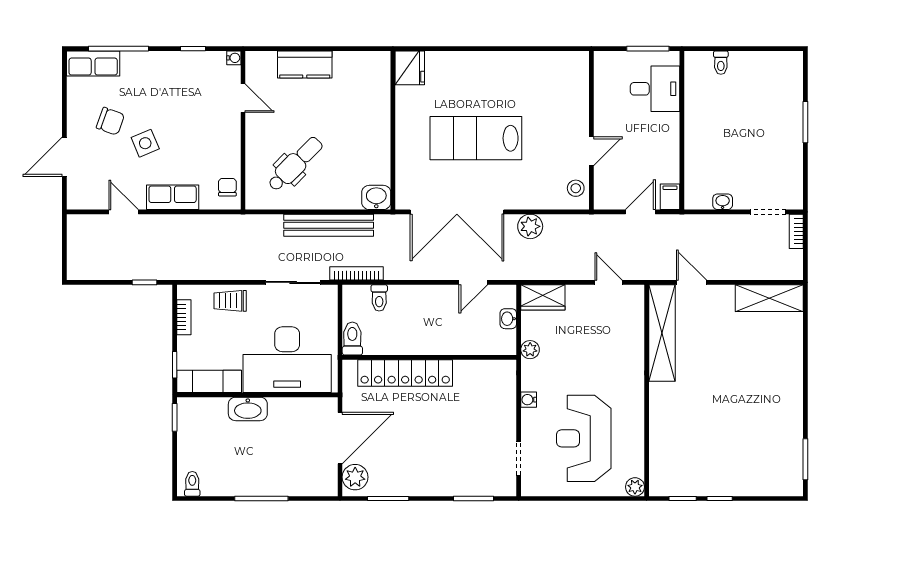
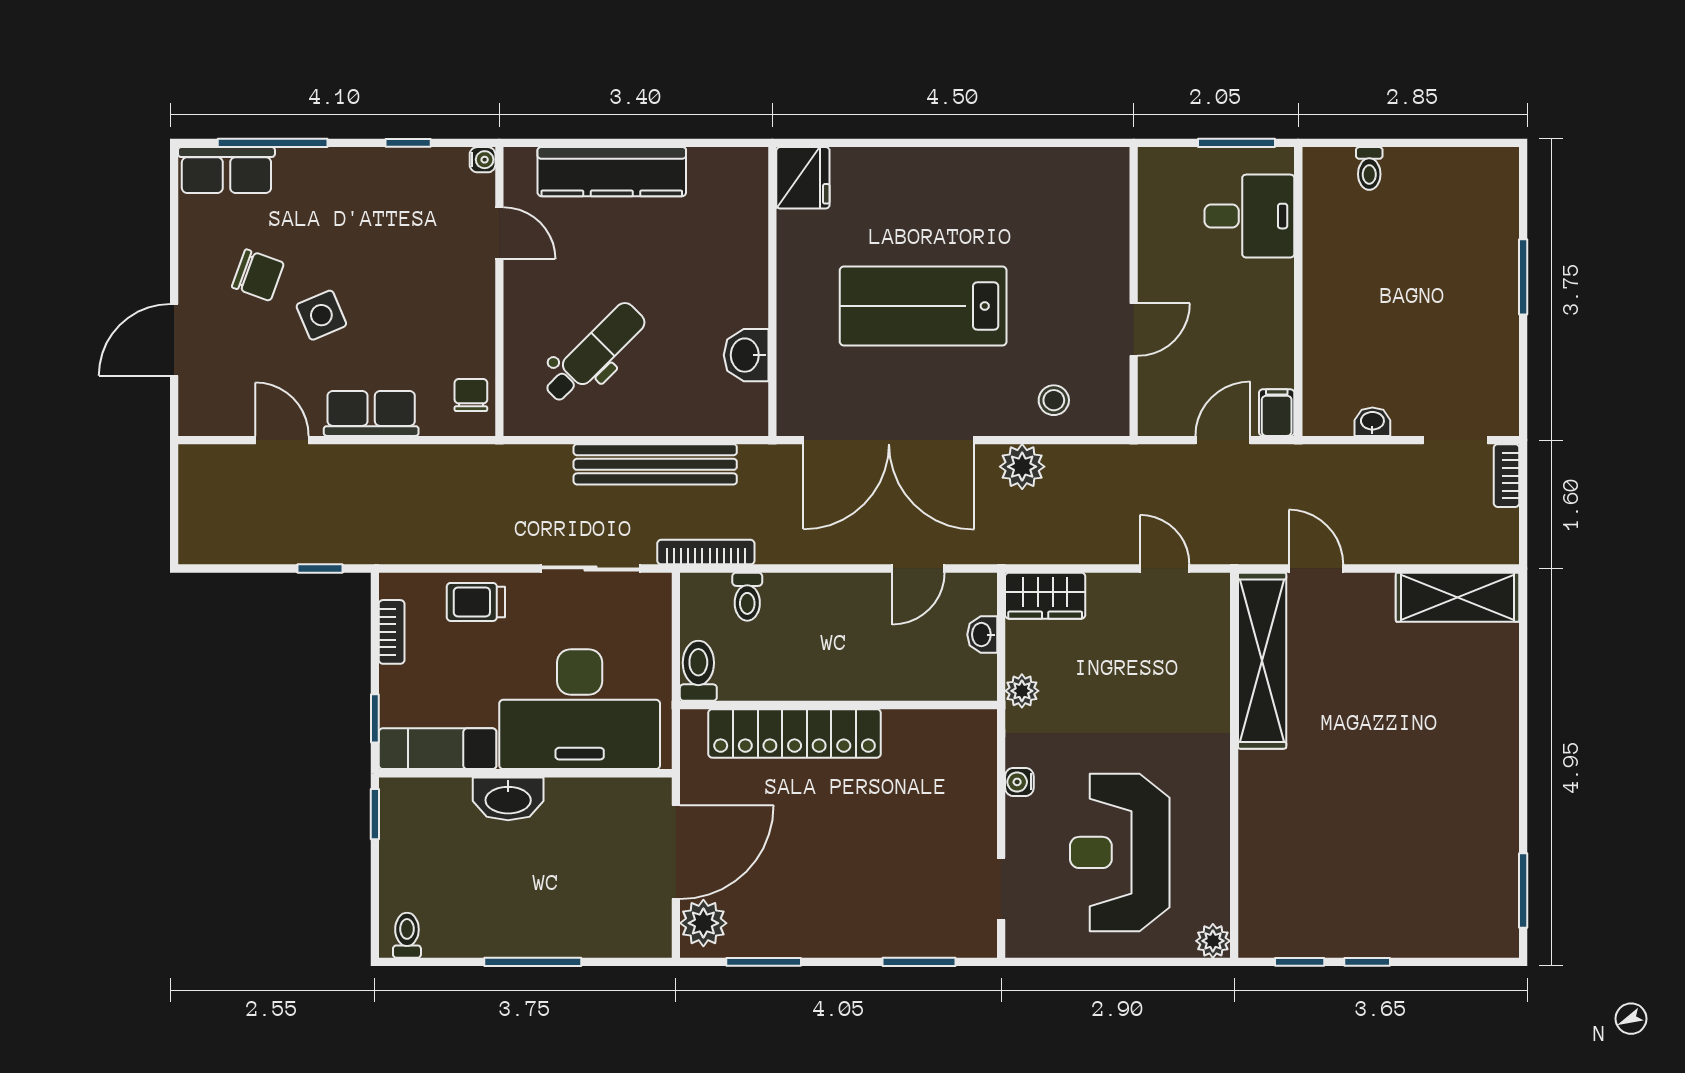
kitchen counter: (305, 64) -> (612, 172), width x1.50
stool: (576, 188) -> (1054, 400), moved
washbasin: (376, 197) -> (746, 355), moved, turned -90

